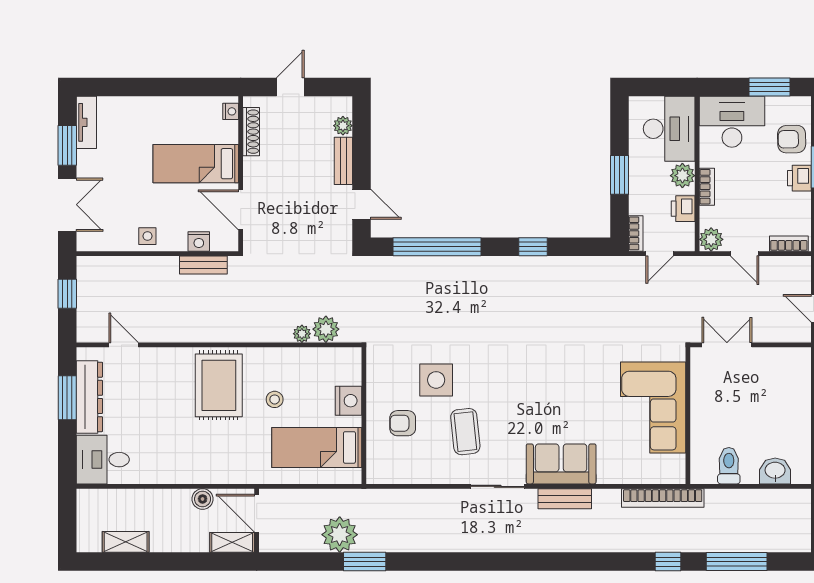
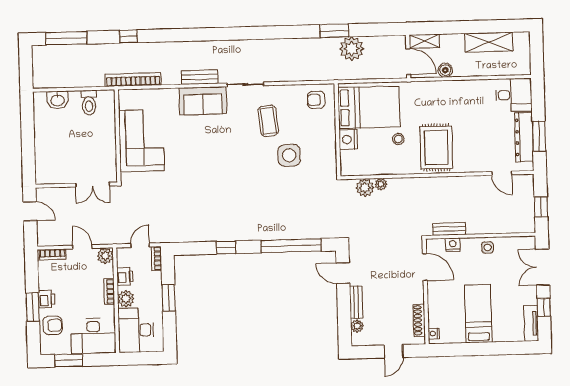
window: (67, 145) -> (544, 307), width x0.67
bed: (196, 164) -> (478, 314), moved, turned -90
armchair: (403, 423) -> (316, 100), moved, turned 180
bed: (317, 447) -> (369, 107), width x1.50
shelving: (126, 542) -> (489, 42), width x1.50, depth x1.33
window: (737, 562) -> (66, 38), moved

